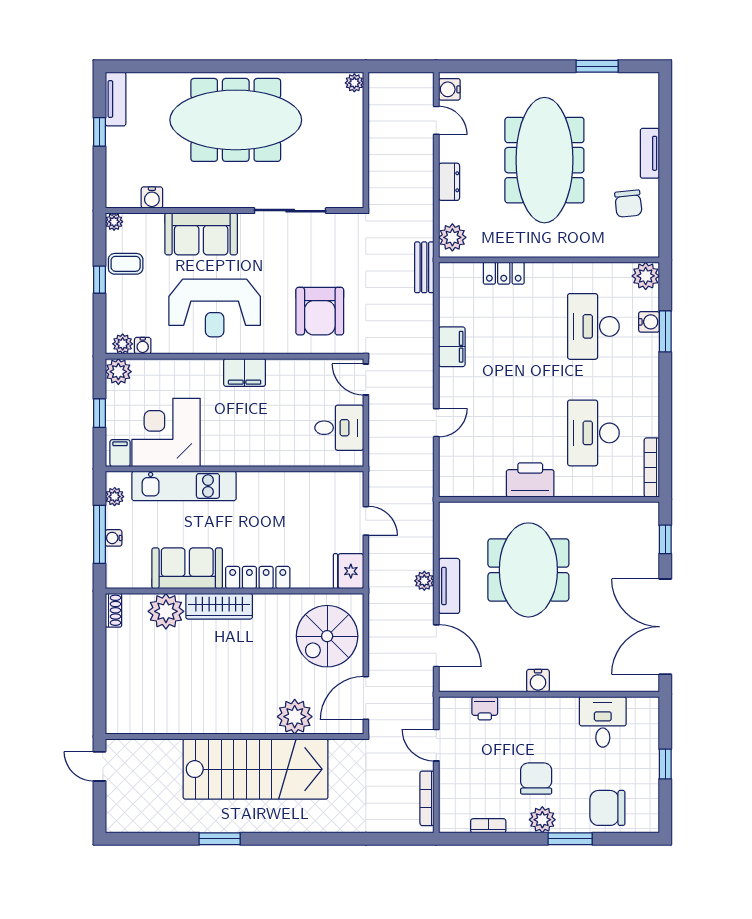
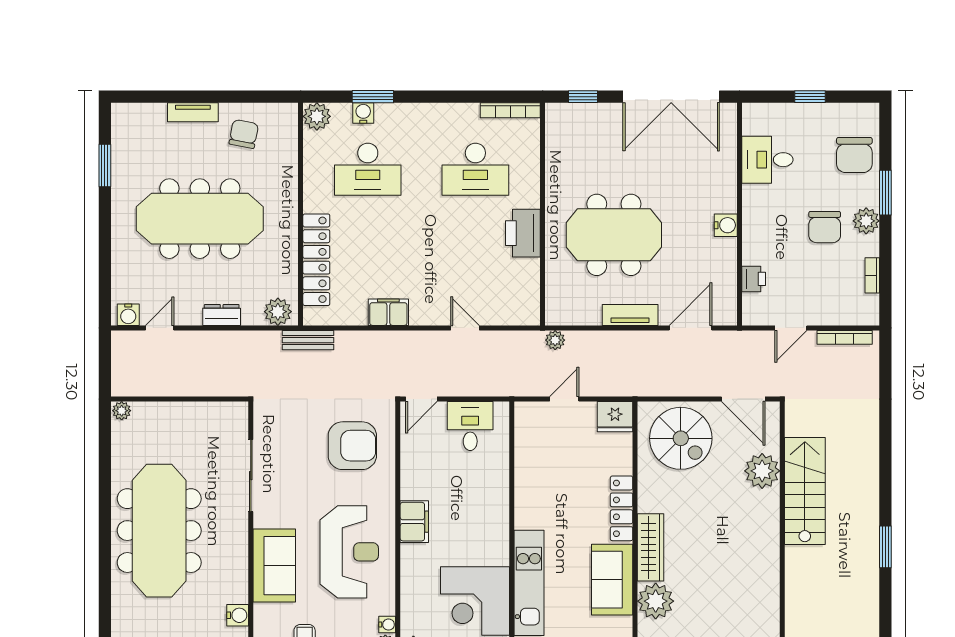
chair: (628, 204) -> (244, 134), turned -73
locker: (504, 273) -> (316, 260), width x2.16, depth x1.21
plant: (424, 581) -> (555, 340), moved
stairs: (256, 769) -> (805, 491), width x0.73, depth x0.66
chair: (536, 779) -> (825, 227), turned -90

